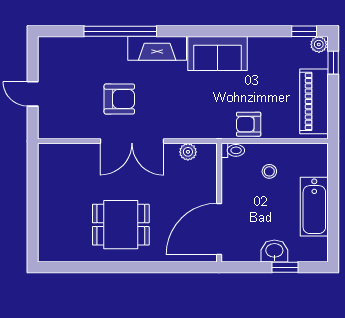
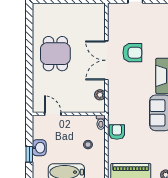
armchair: (119, 99) -> (132, 53), turned -90
door: (219, 229) -> (53, 114), width x0.53

